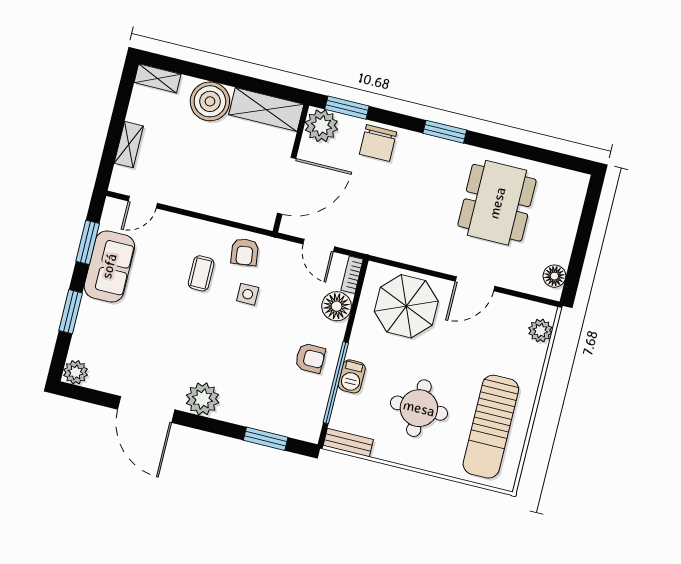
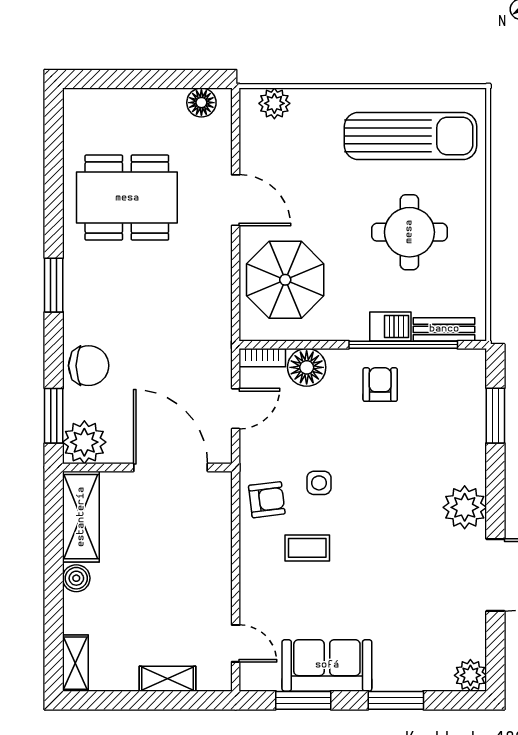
boiler: (210, 101) -> (76, 578), width x0.54, depth x0.54
bench: (348, 443) -> (444, 329), moved, turned 90

